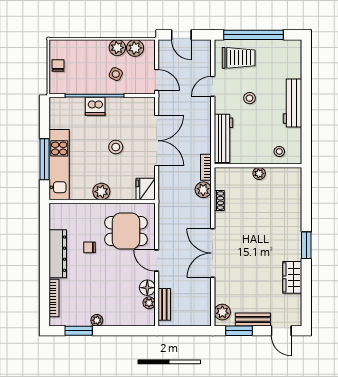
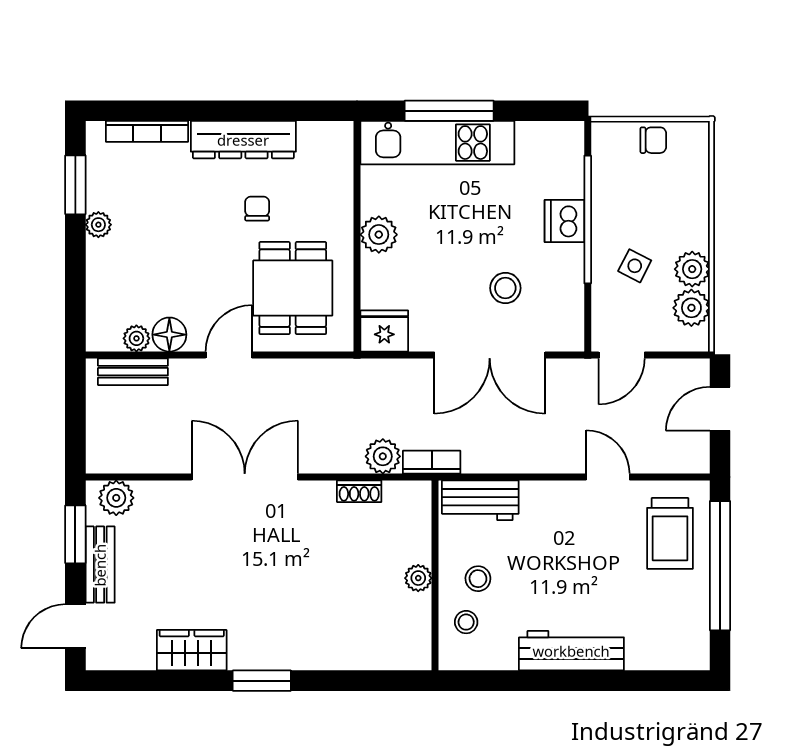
stool: (250, 98) -> (478, 579), moved
workbench: (223, 138) -> (480, 500), width x0.73
stool: (116, 147) -> (505, 288), moved

